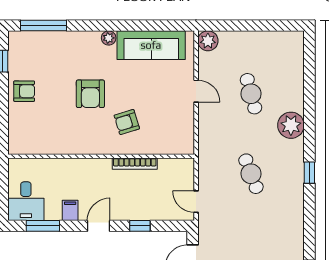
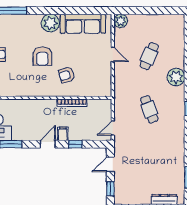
plant: (109, 38) -> (50, 23), width x1.87, depth x1.87
cafe table: (251, 94) -> (149, 56), turned 39
door: (196, 202) -> (113, 128), hinge flipped
filing cabinet: (70, 210) -> (63, 134), moved

